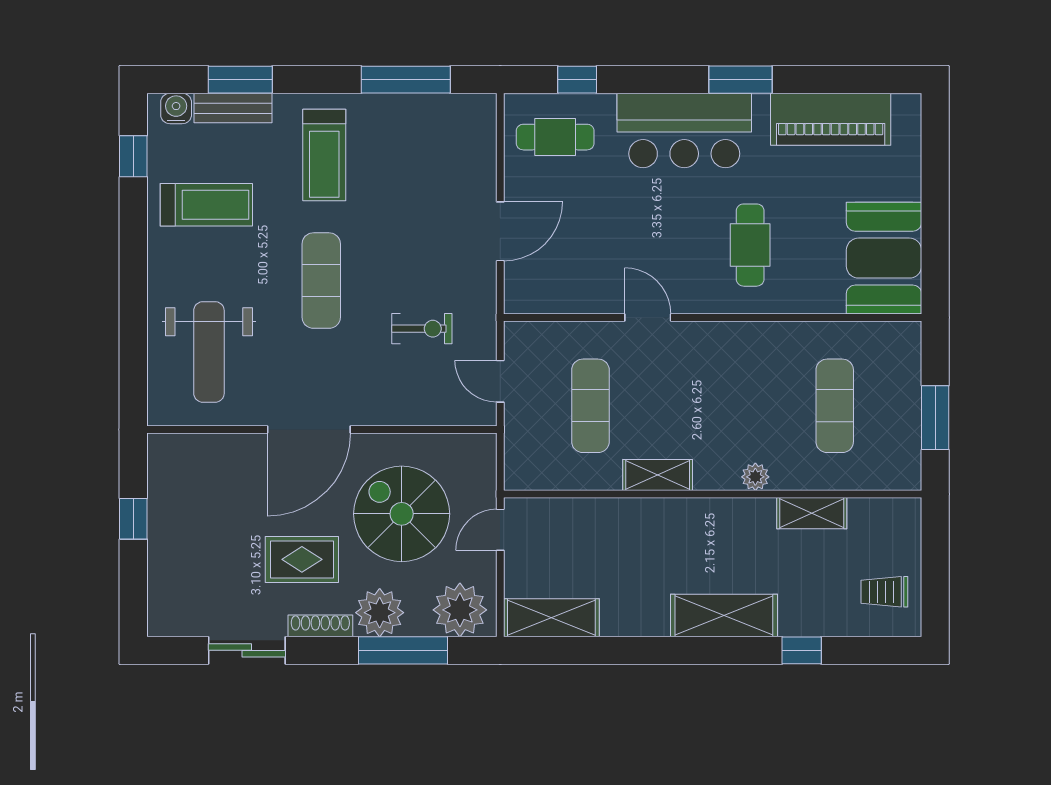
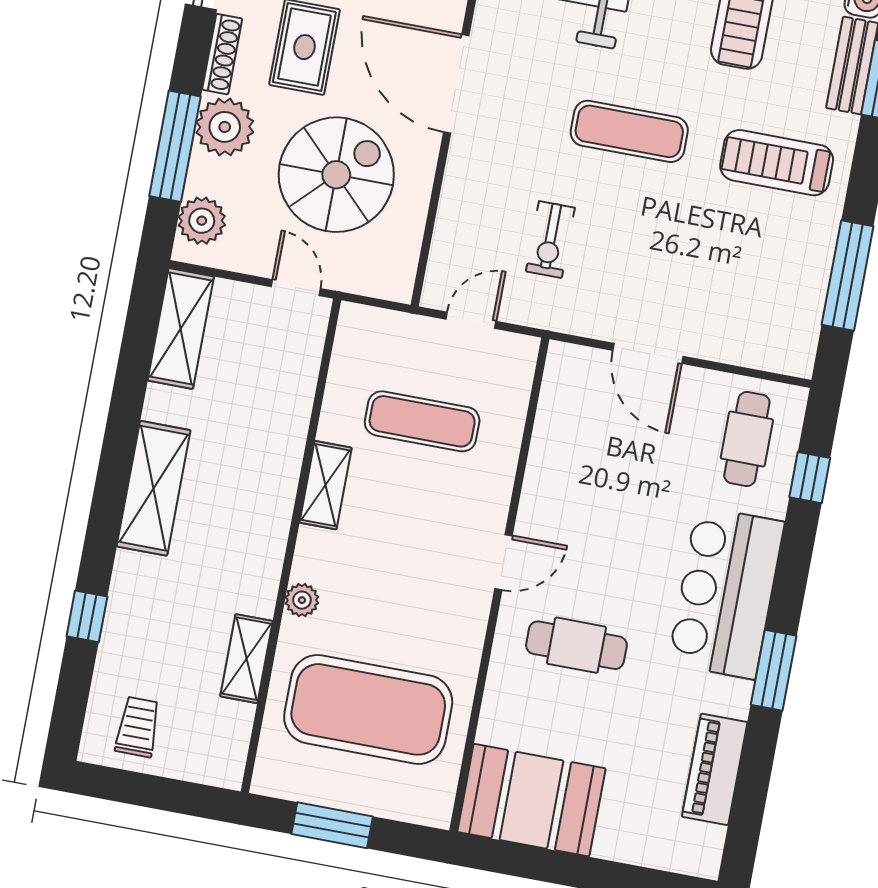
piano: (831, 119) -> (715, 769), width x0.73, depth x0.75
door: (648, 317) -> (504, 562), moved
exercise mat: (835, 406) -> (368, 709), width x2.00, depth x1.45
plant: (460, 610) -> (202, 221), width x0.73, depth x0.73
shelving: (724, 615) -> (154, 488), moved

